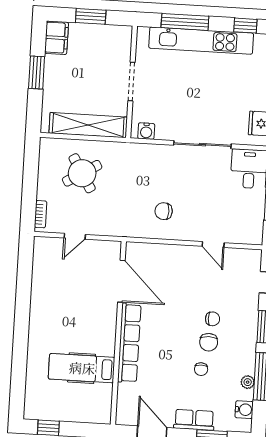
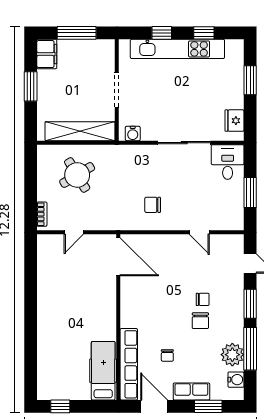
window: (91, 16) -> (77, 33), width x1.44
window: (185, 22) -> (162, 33), width x0.46
window: (245, 26) -> (204, 33), moved
door: (121, 281) -> (118, 257), moved
row of seats: (129, 343) -> (129, 364), moved
hospital bed: (82, 368) -> (103, 371), moved, turned 90
chair: (201, 369) -> (167, 355), moved
plant: (248, 382) -> (232, 355), width x1.88, depth x1.88

